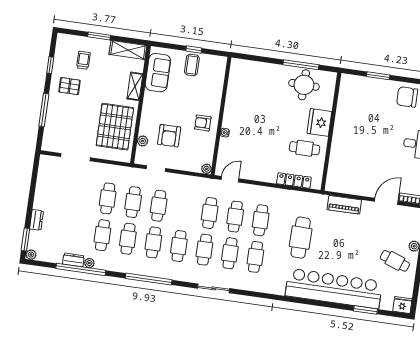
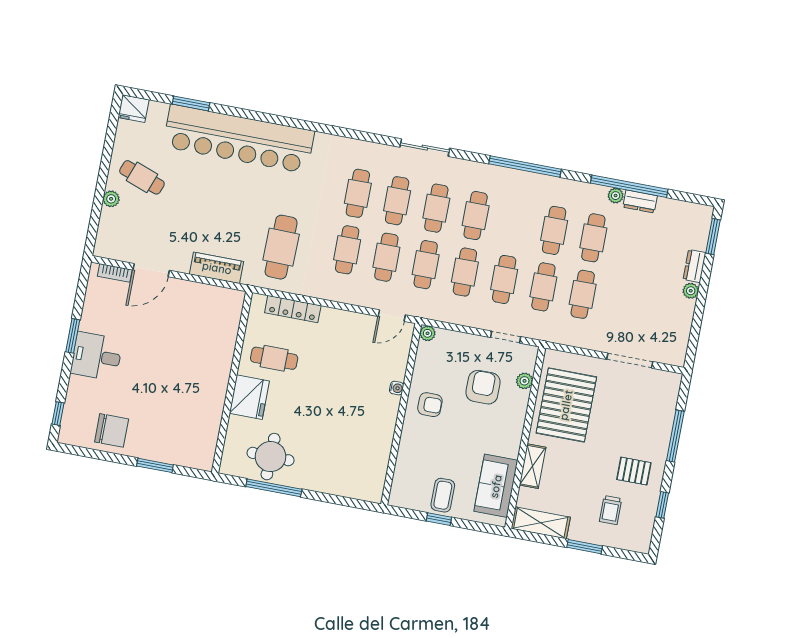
cafe table: (301, 238) -> (281, 247), moved
cafe table: (153, 242) -> (465, 272), moved
plant: (31, 255) -> (691, 291), moved

